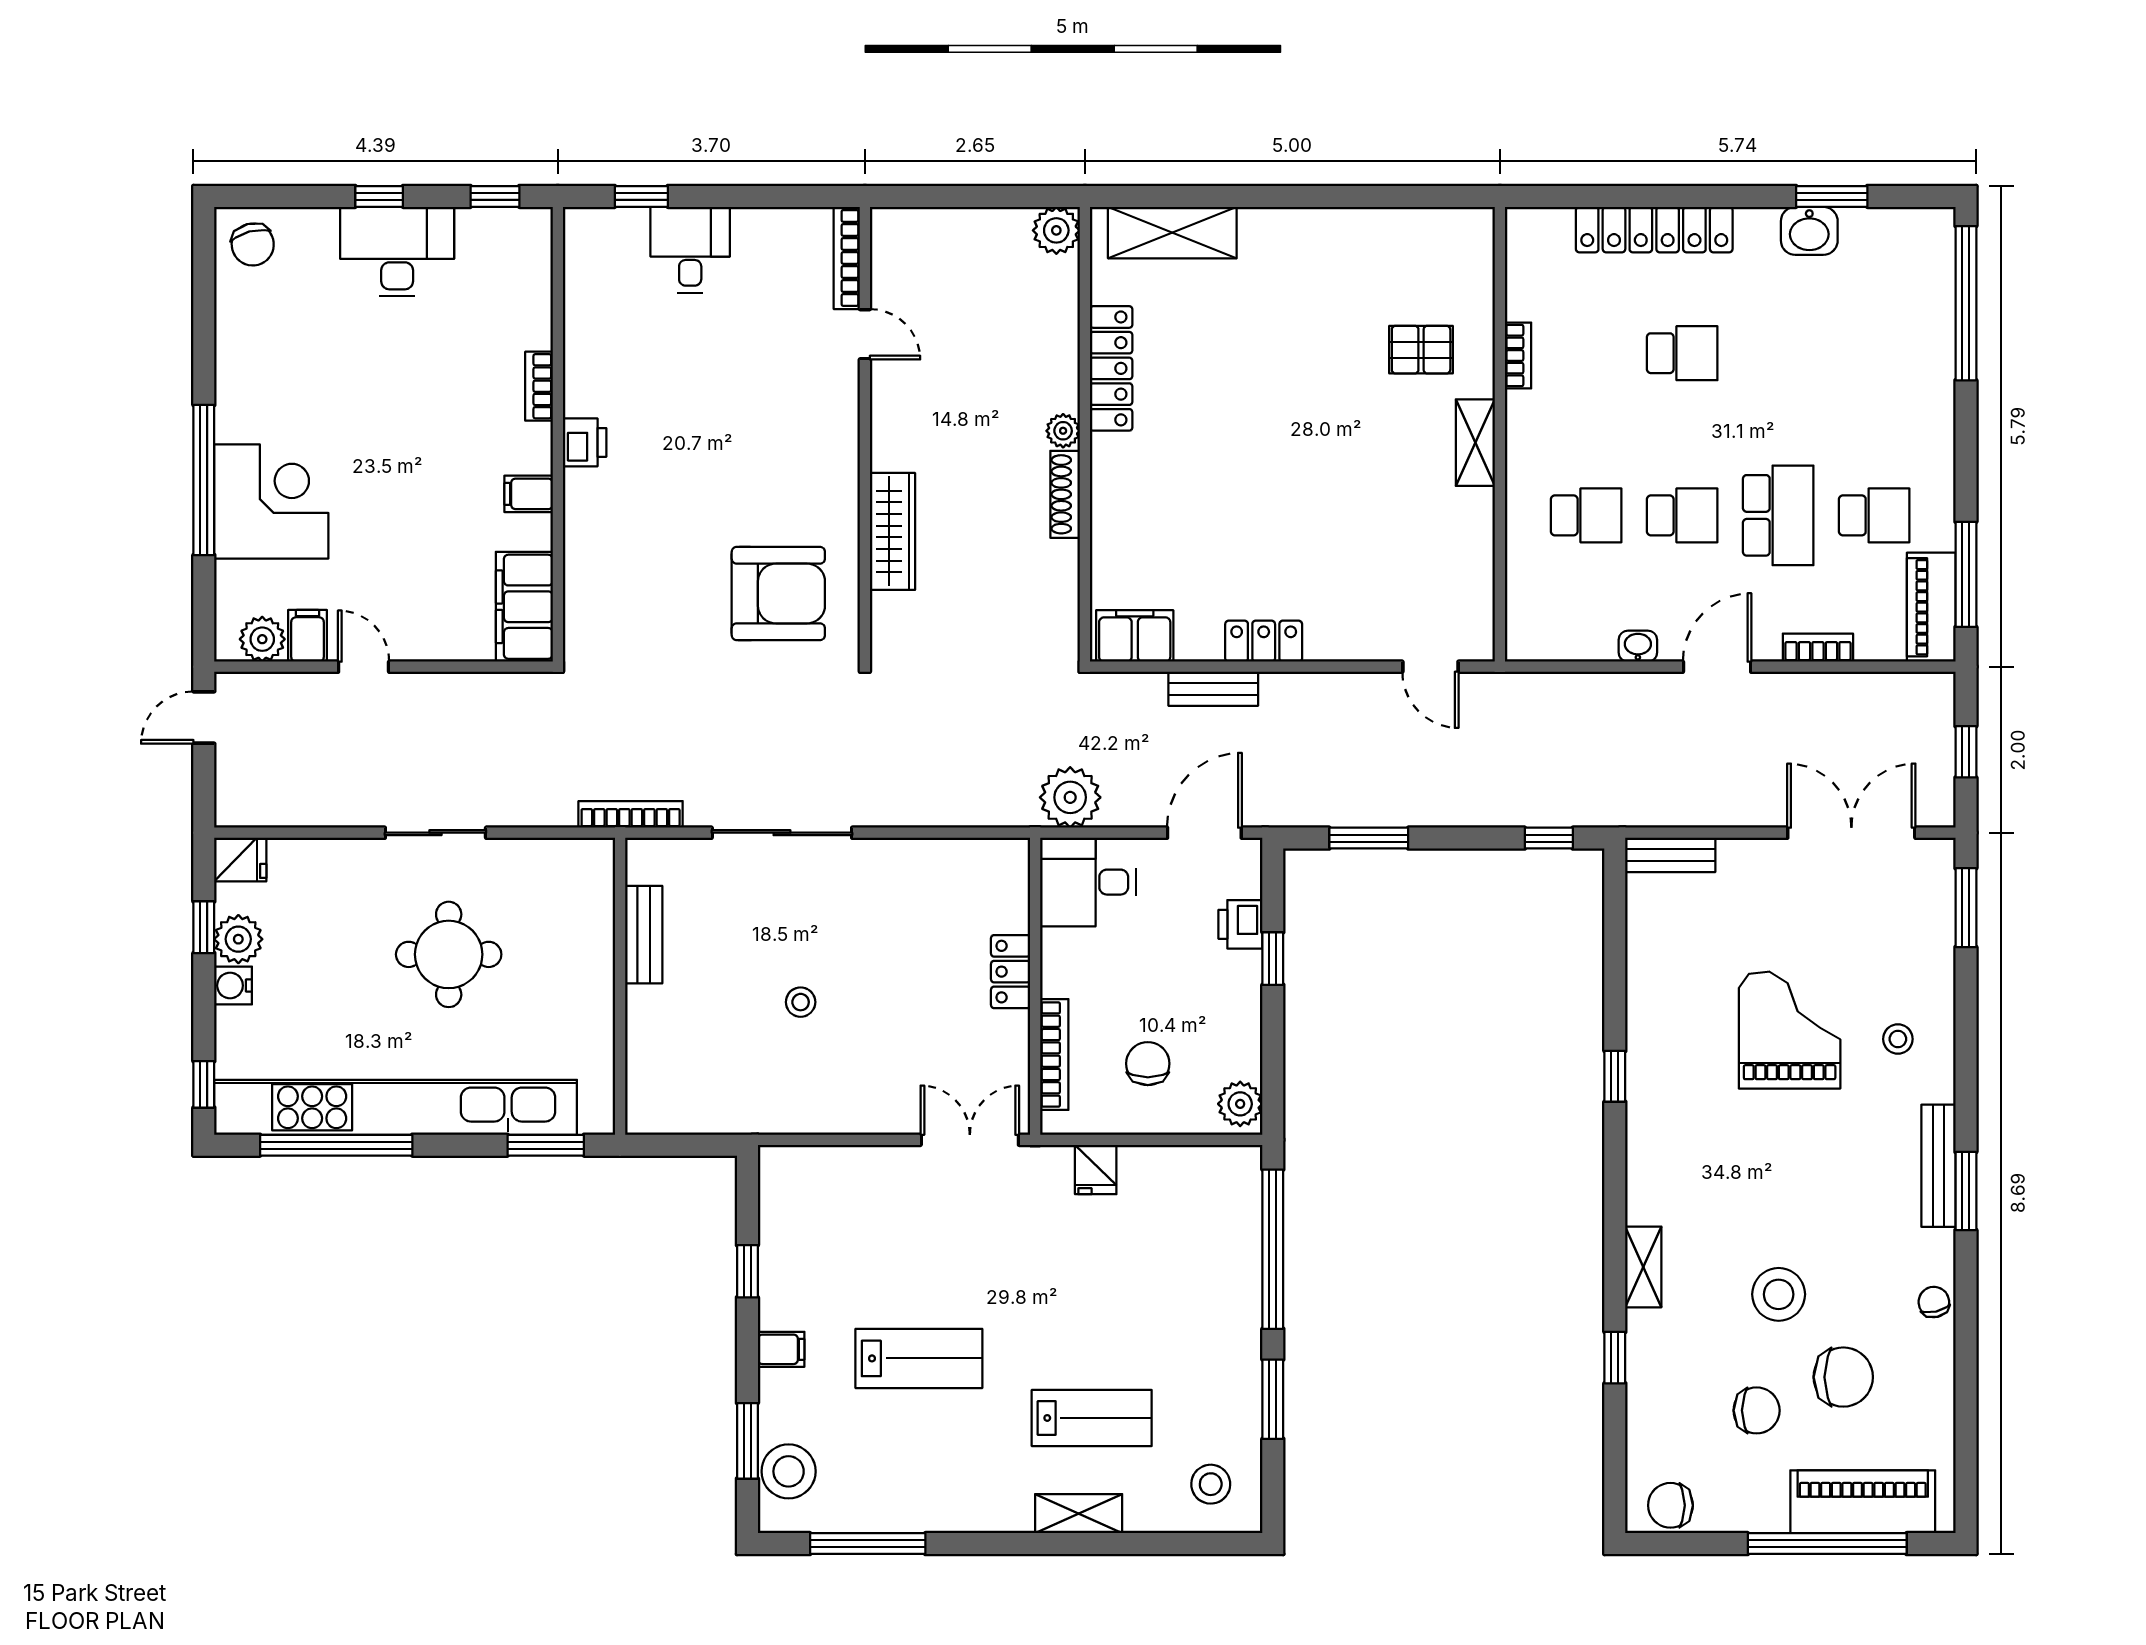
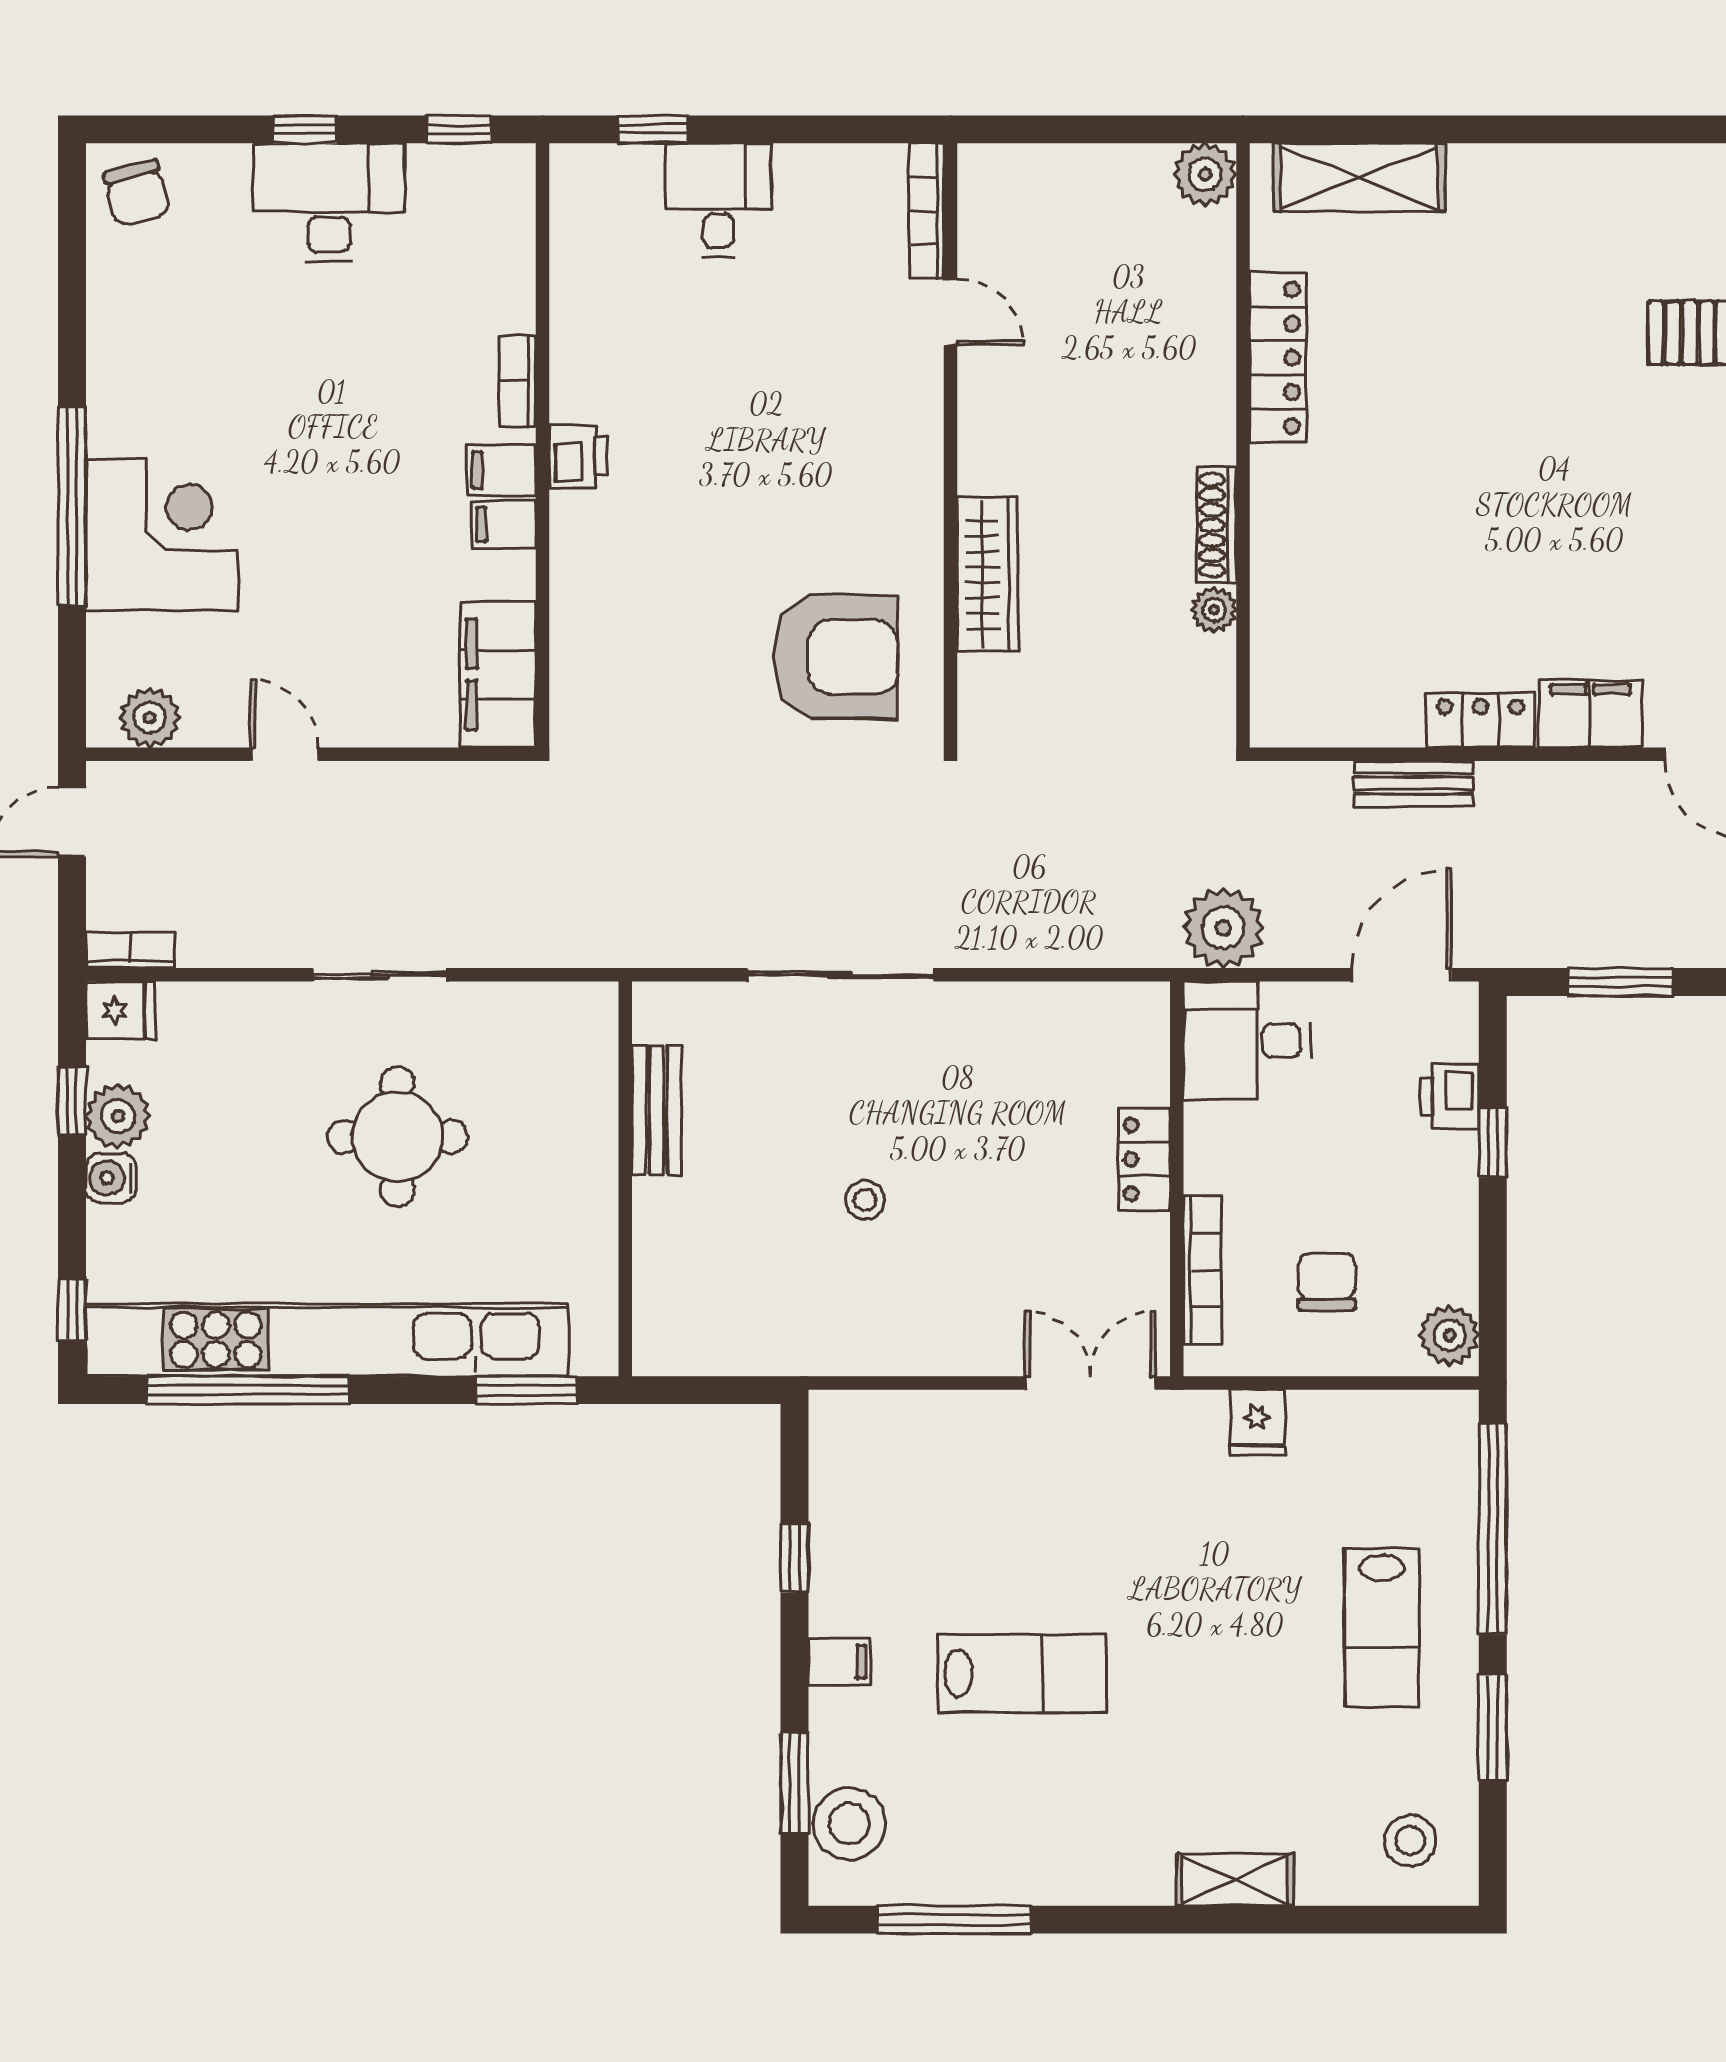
plant: (1063, 431) -> (1214, 610), moved
filing cabinet: (308, 636) -> (501, 470), moved, turned -90
filing cabinet: (1135, 636) -> (1590, 713), moved
bookcase: (631, 814) -> (130, 950), moved, width x0.64
lab bench: (1092, 1418) -> (1382, 1628), moved, turned 90

